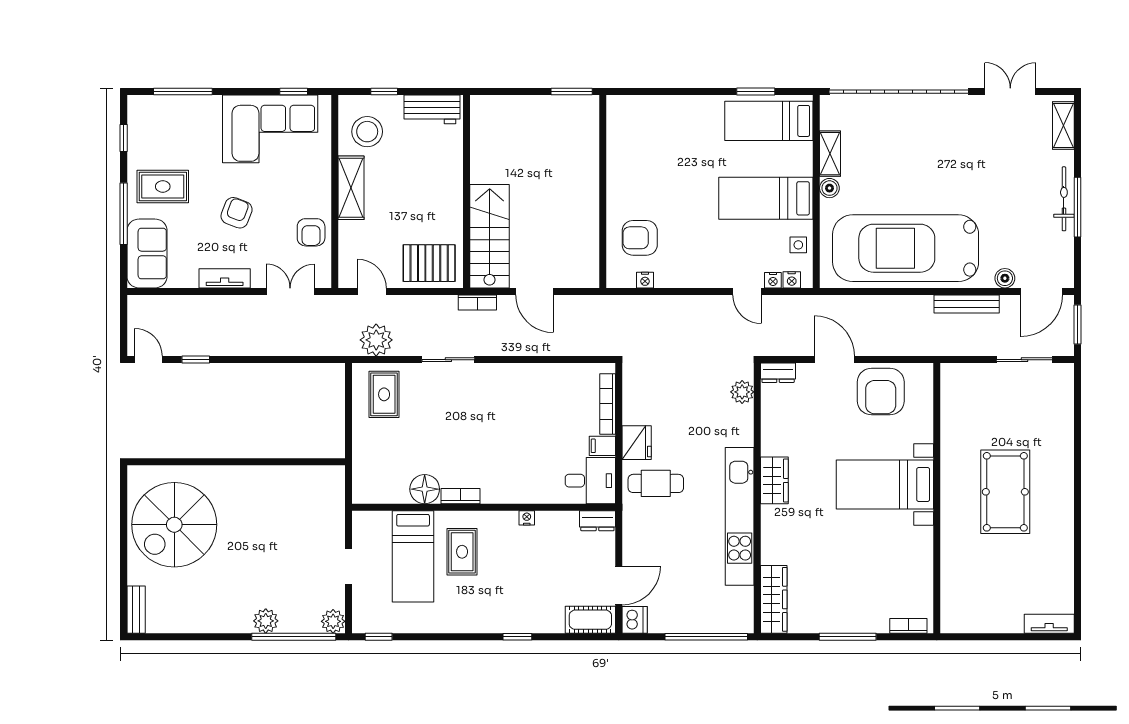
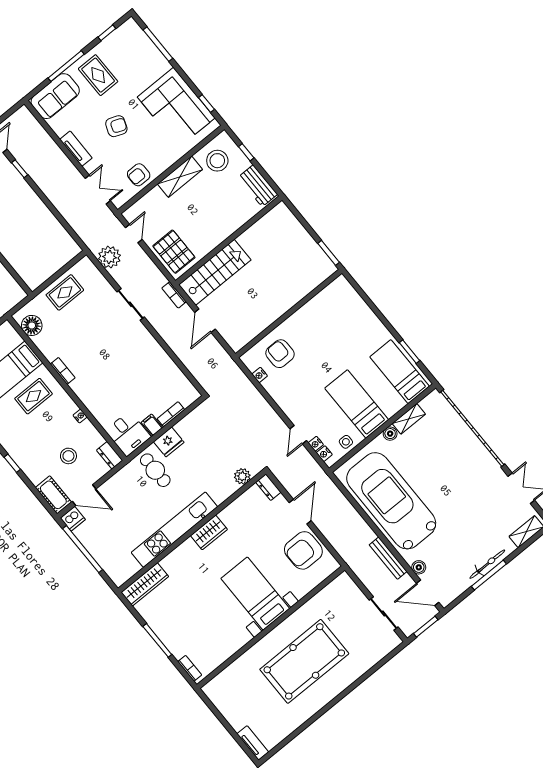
rug: (384, 394) -> (65, 292), moved
bookcase: (608, 404) -> (171, 414), width x0.64
floor lamp: (425, 489) -> (32, 325), moved
pool table: (1005, 492) -> (304, 661), width x1.36, depth x1.32
stool: (561, 567) -> (68, 456), added
window: (706, 637) -> (83, 549), moved

